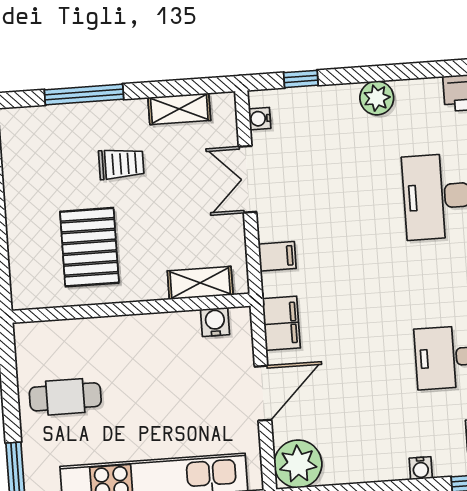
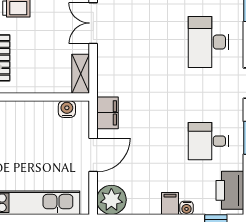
filing cabinet: (277, 256) -> (170, 203), moved, turned -90
shelving: (200, 283) -> (81, 74), moved, turned 90

